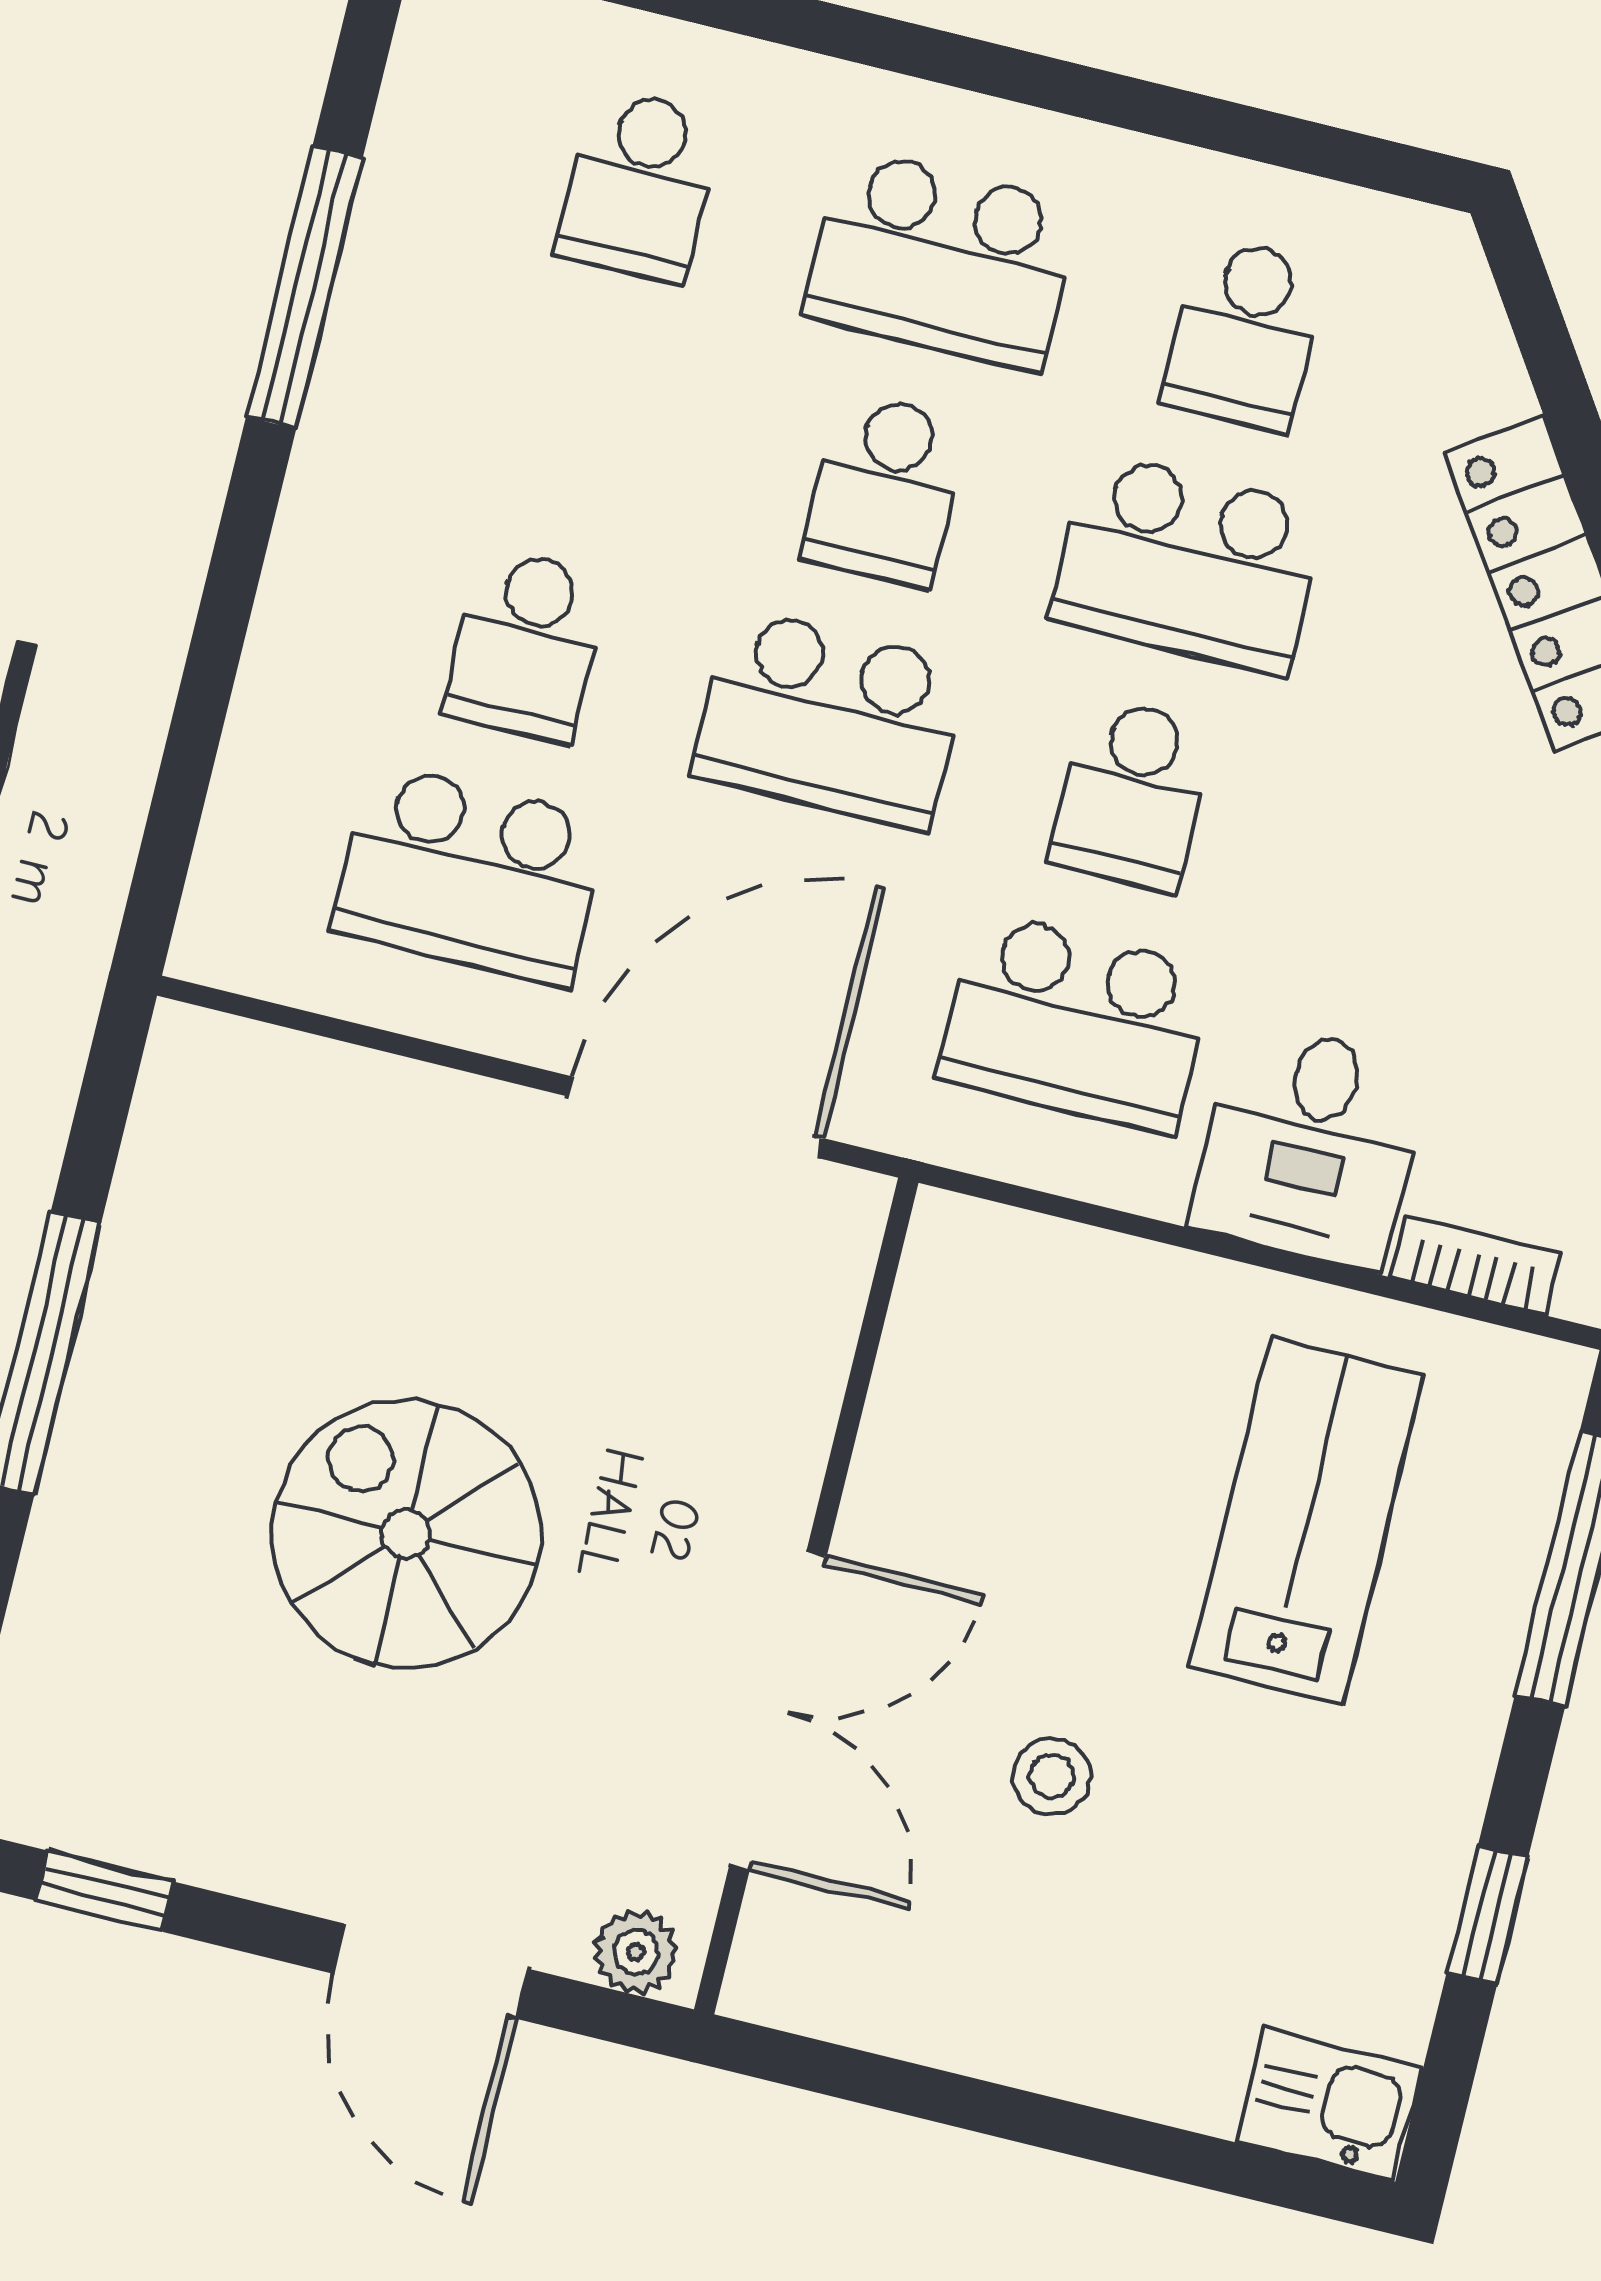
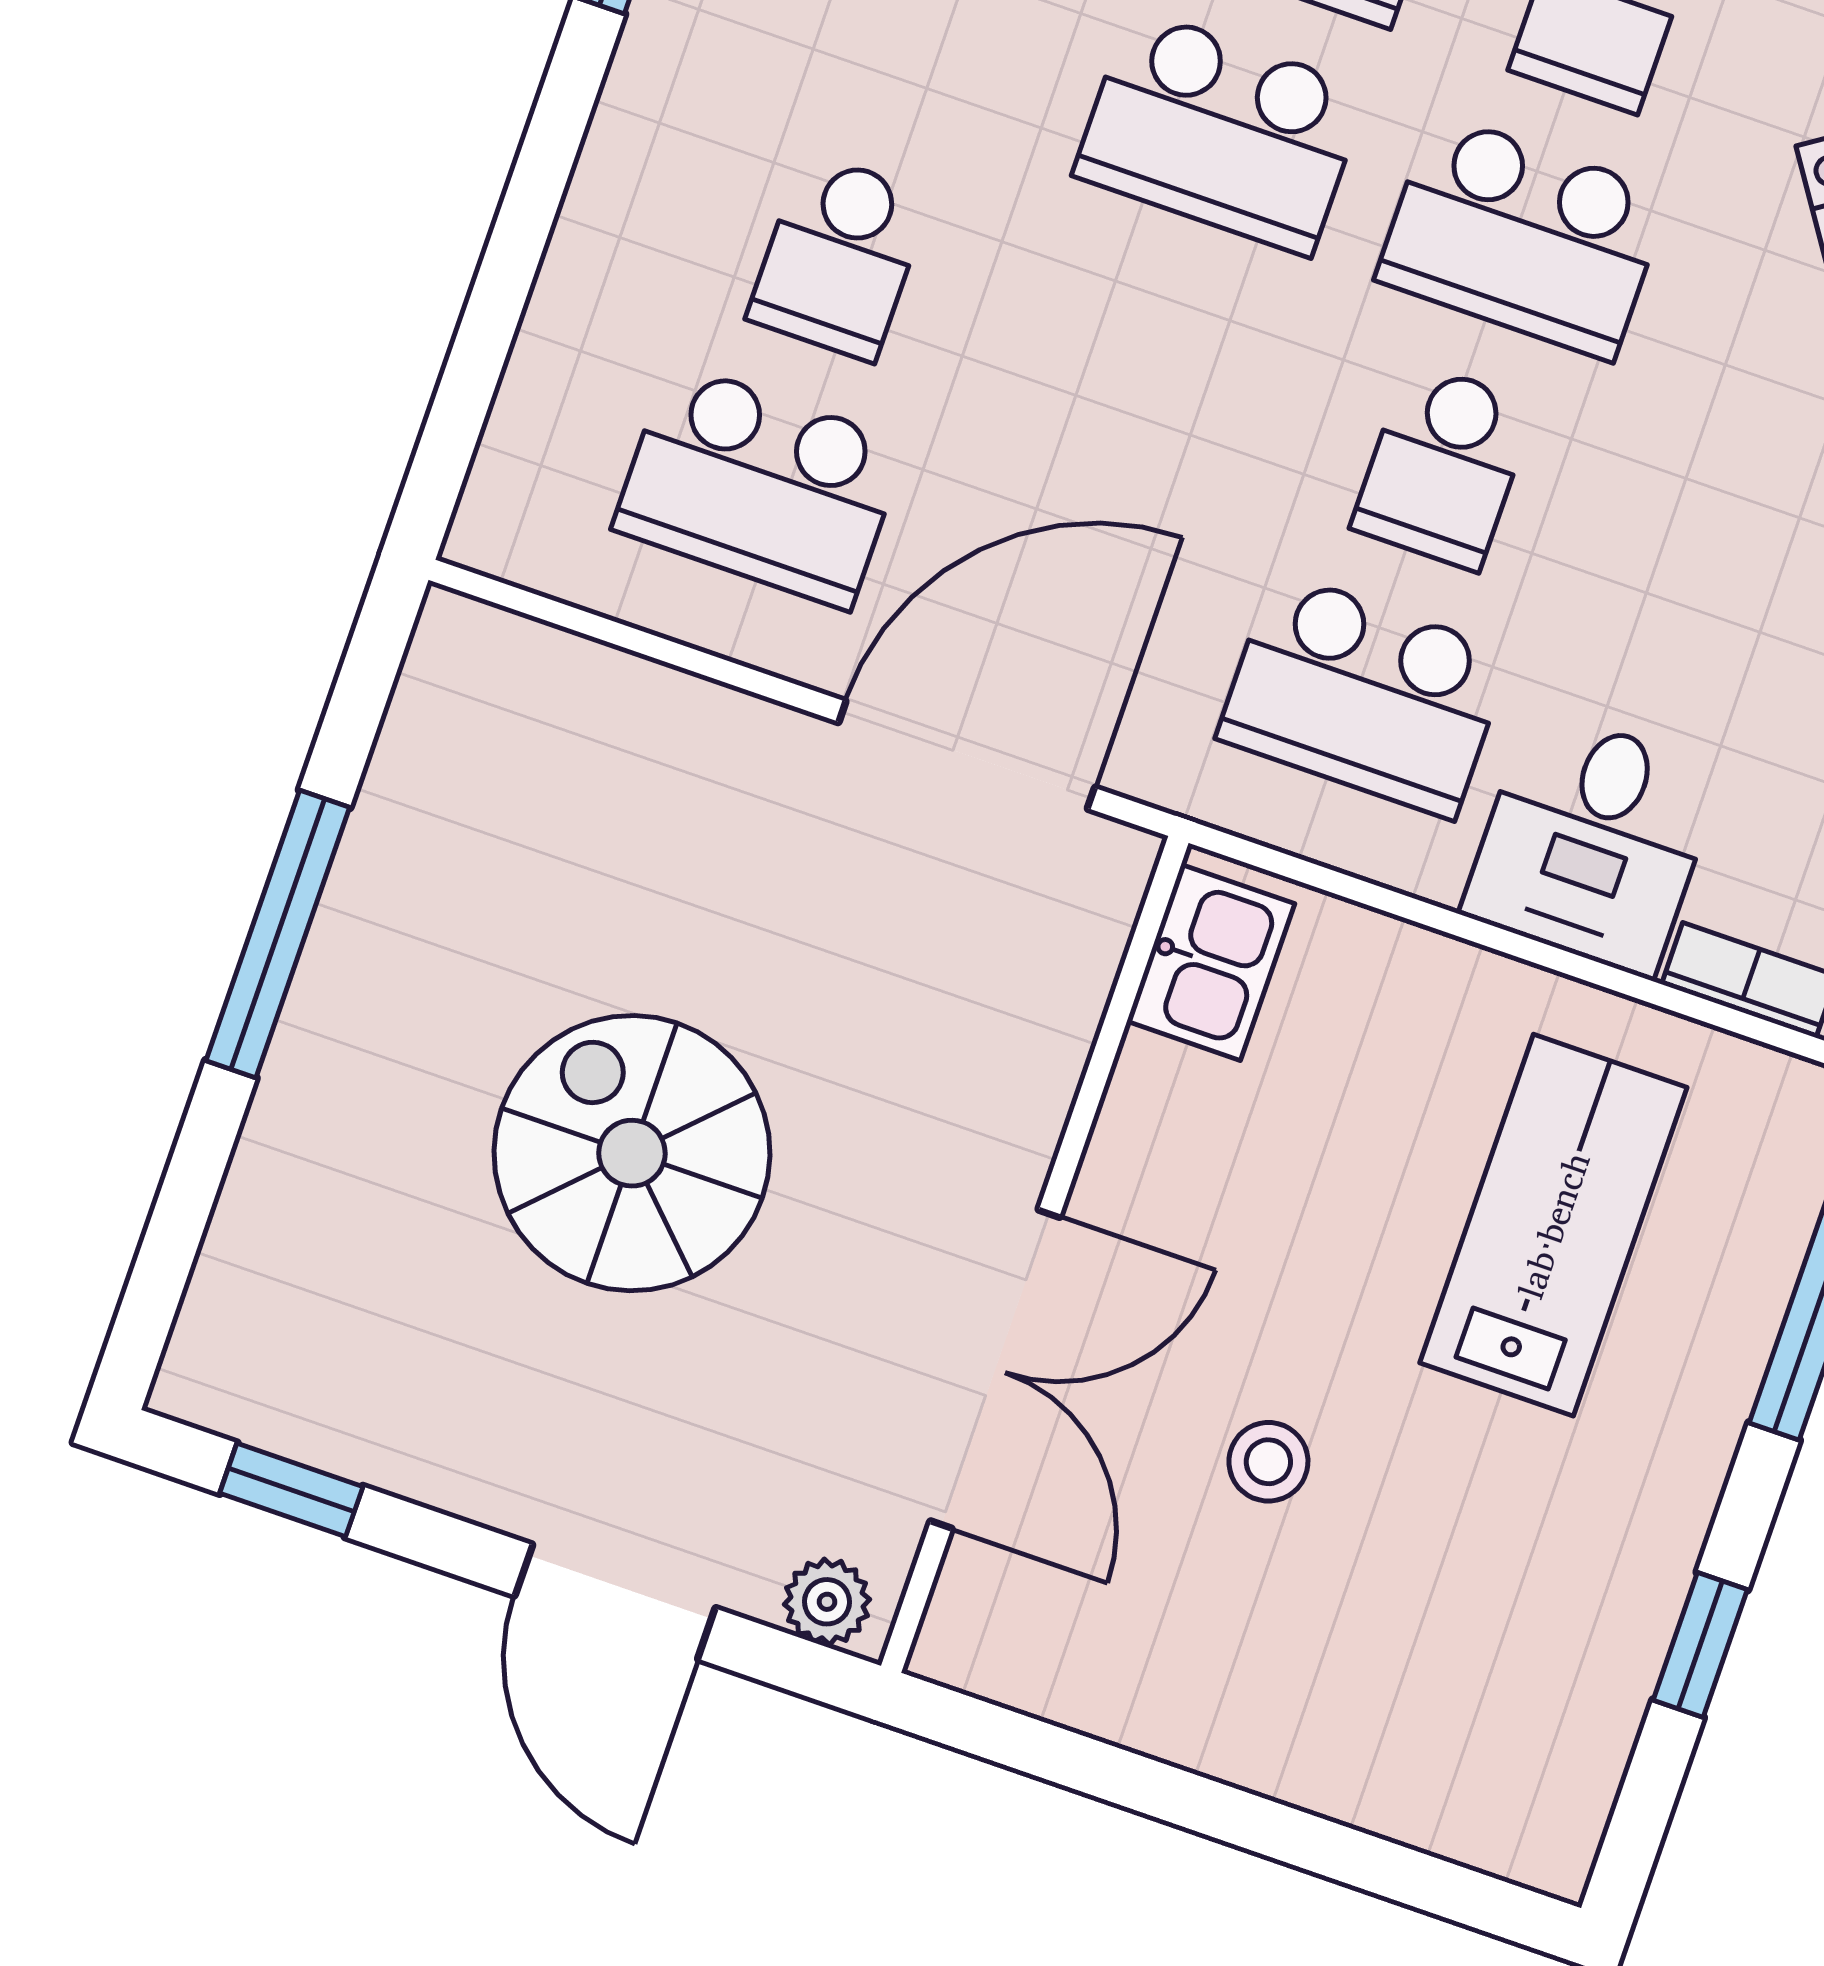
school desk: (886, 490) -> (1221, 132), width x1.85
school desk: (829, 719) -> (1141, 361), removed
kitchen sink: (1328, 2105) -> (1211, 962), moved, turned 90

